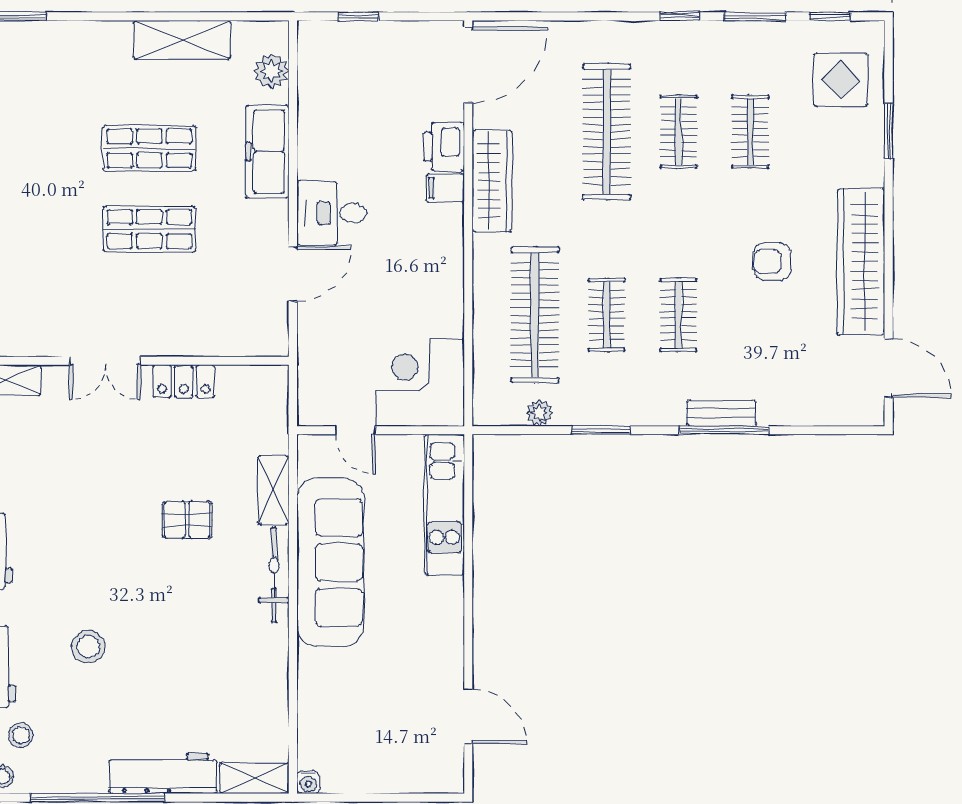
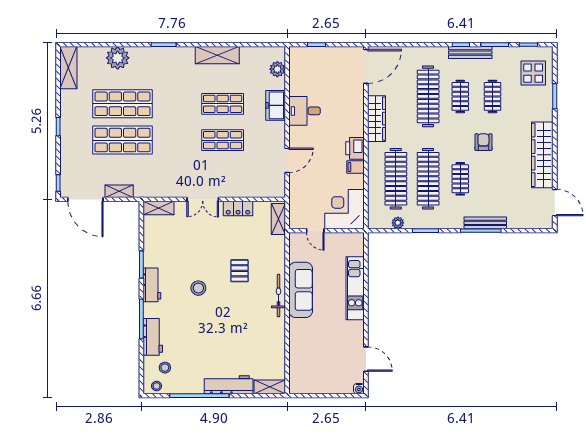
bench: (701, 34) -> (470, 53), added
shelving: (182, 40) -> (217, 55), moved
printer: (444, 147) -> (355, 148), moved
freezer: (267, 152) -> (276, 105), width x0.71
filing cabinet: (445, 188) -> (355, 167), moved
desk: (332, 213) -> (304, 111), moved
armchair: (772, 261) -> (483, 142), moved, turned 90
clothes rail: (607, 315) -> (428, 179), width x1.86, depth x1.31
bench: (721, 413) -> (485, 223), width x1.36
shelving: (273, 490) -> (278, 219), moved
kitchen unit: (444, 505) -> (355, 288), moved
pallet: (187, 520) -> (239, 271), turned 90
sofa: (330, 562) -> (301, 290), width x0.74, depth x0.79
stool: (88, 647) -> (198, 288), moved
water cooler: (308, 782) -> (359, 389), moved

